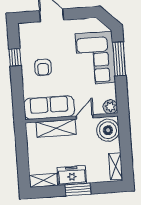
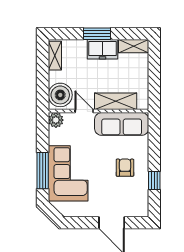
door: (85, 117) -> (84, 111), swing flipped

